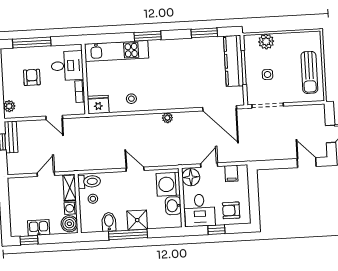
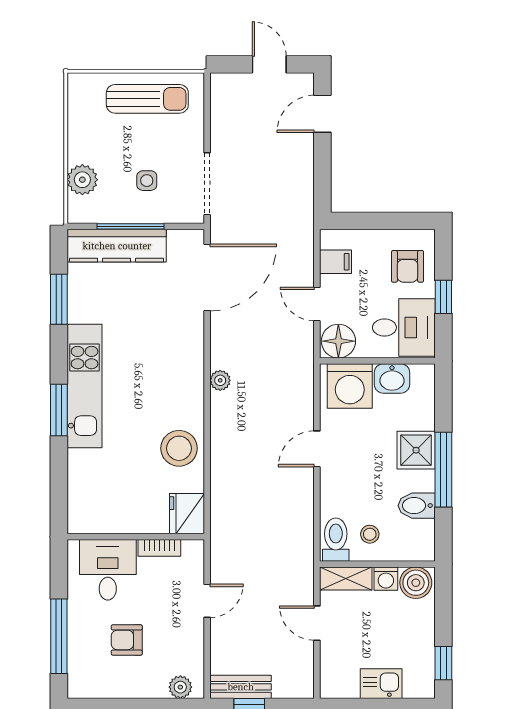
kitchen unit: (117, 51) -> (85, 386), moved
stool: (131, 99) -> (179, 448), width x1.89, depth x1.89
kitchen sink: (39, 228) -> (381, 684), moved, turned 90

